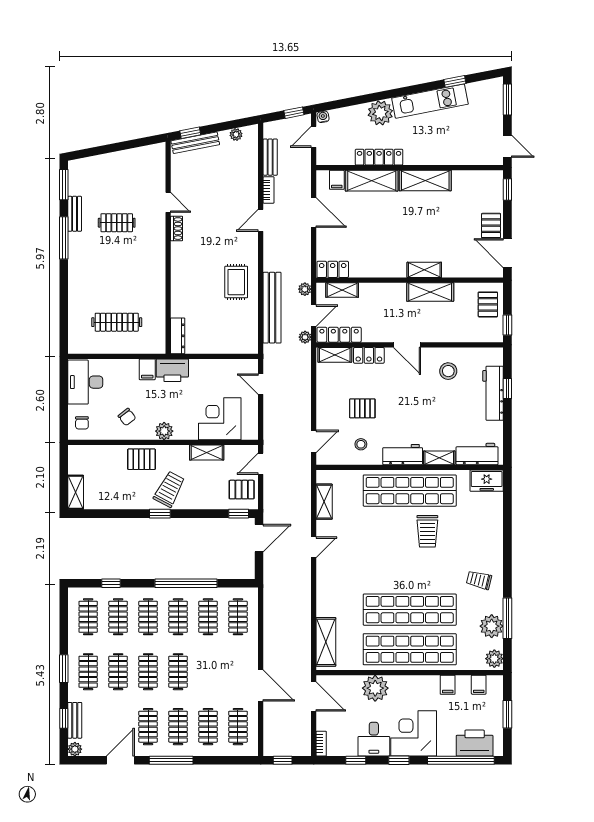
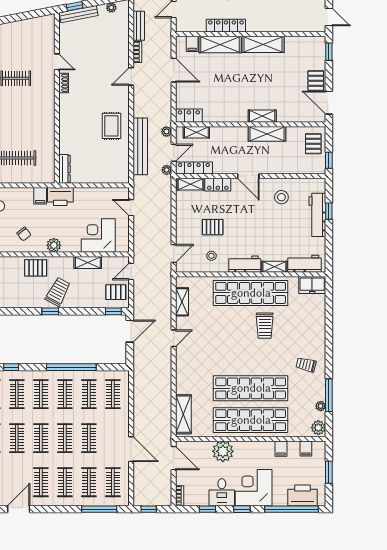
plant: (492, 626) -> (321, 406), width x0.53, depth x0.53
clothes rail: (208, 672) -> (89, 438), added
window: (171, 760) -> (99, 509), moved

